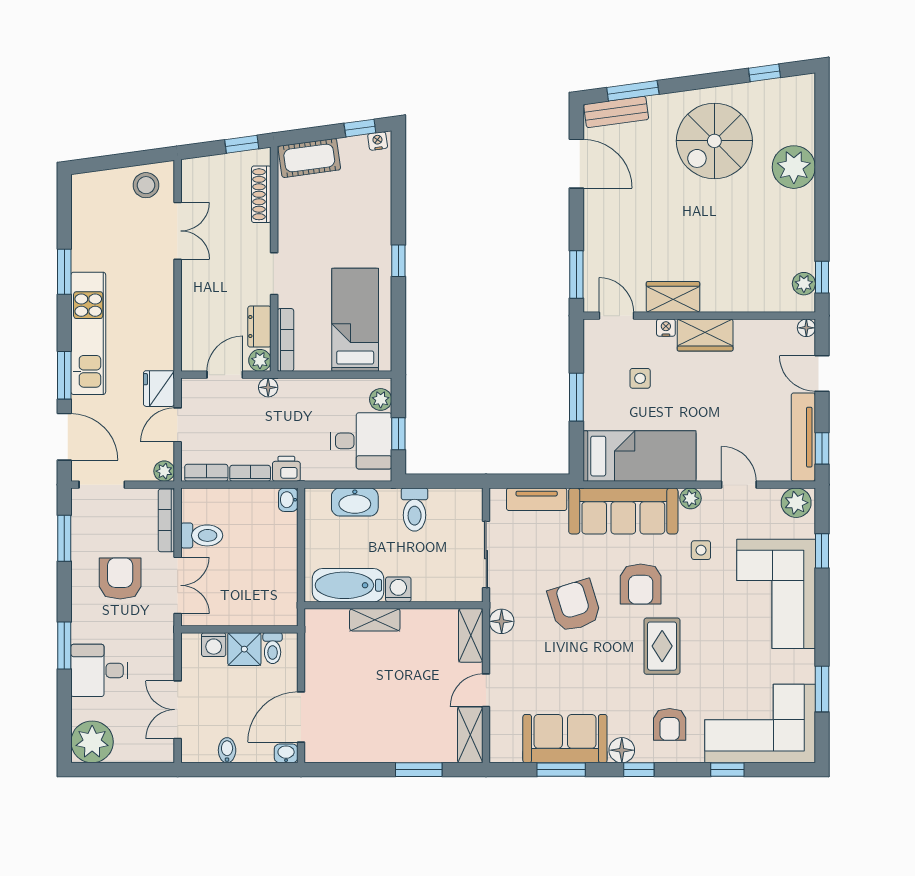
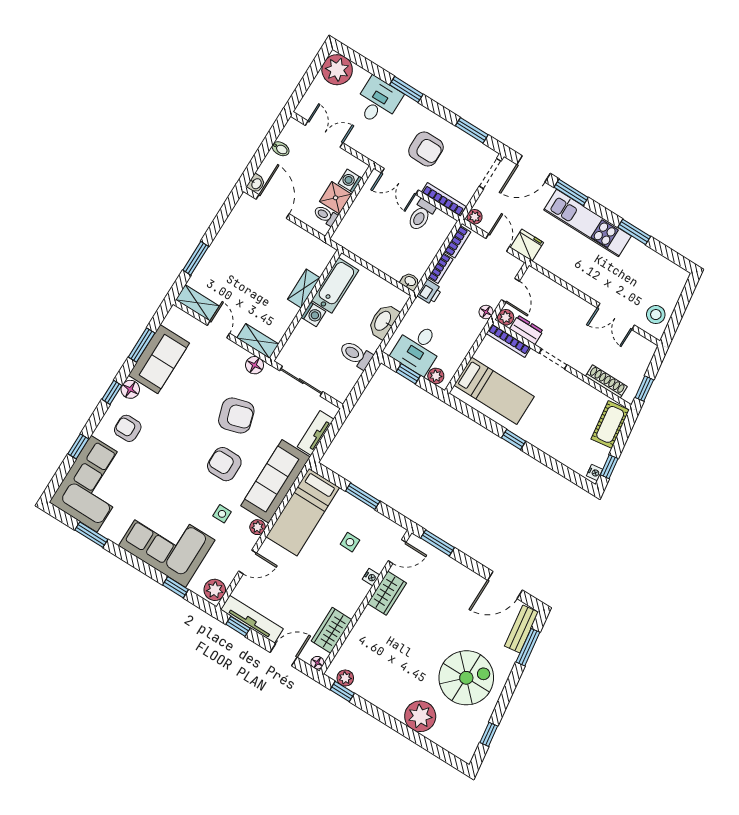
spiral stairs: (714, 141) -> (466, 678), turned 90
wardrobe: (705, 335) -> (332, 630), moved
rug: (662, 646) -> (178, 454), removed

